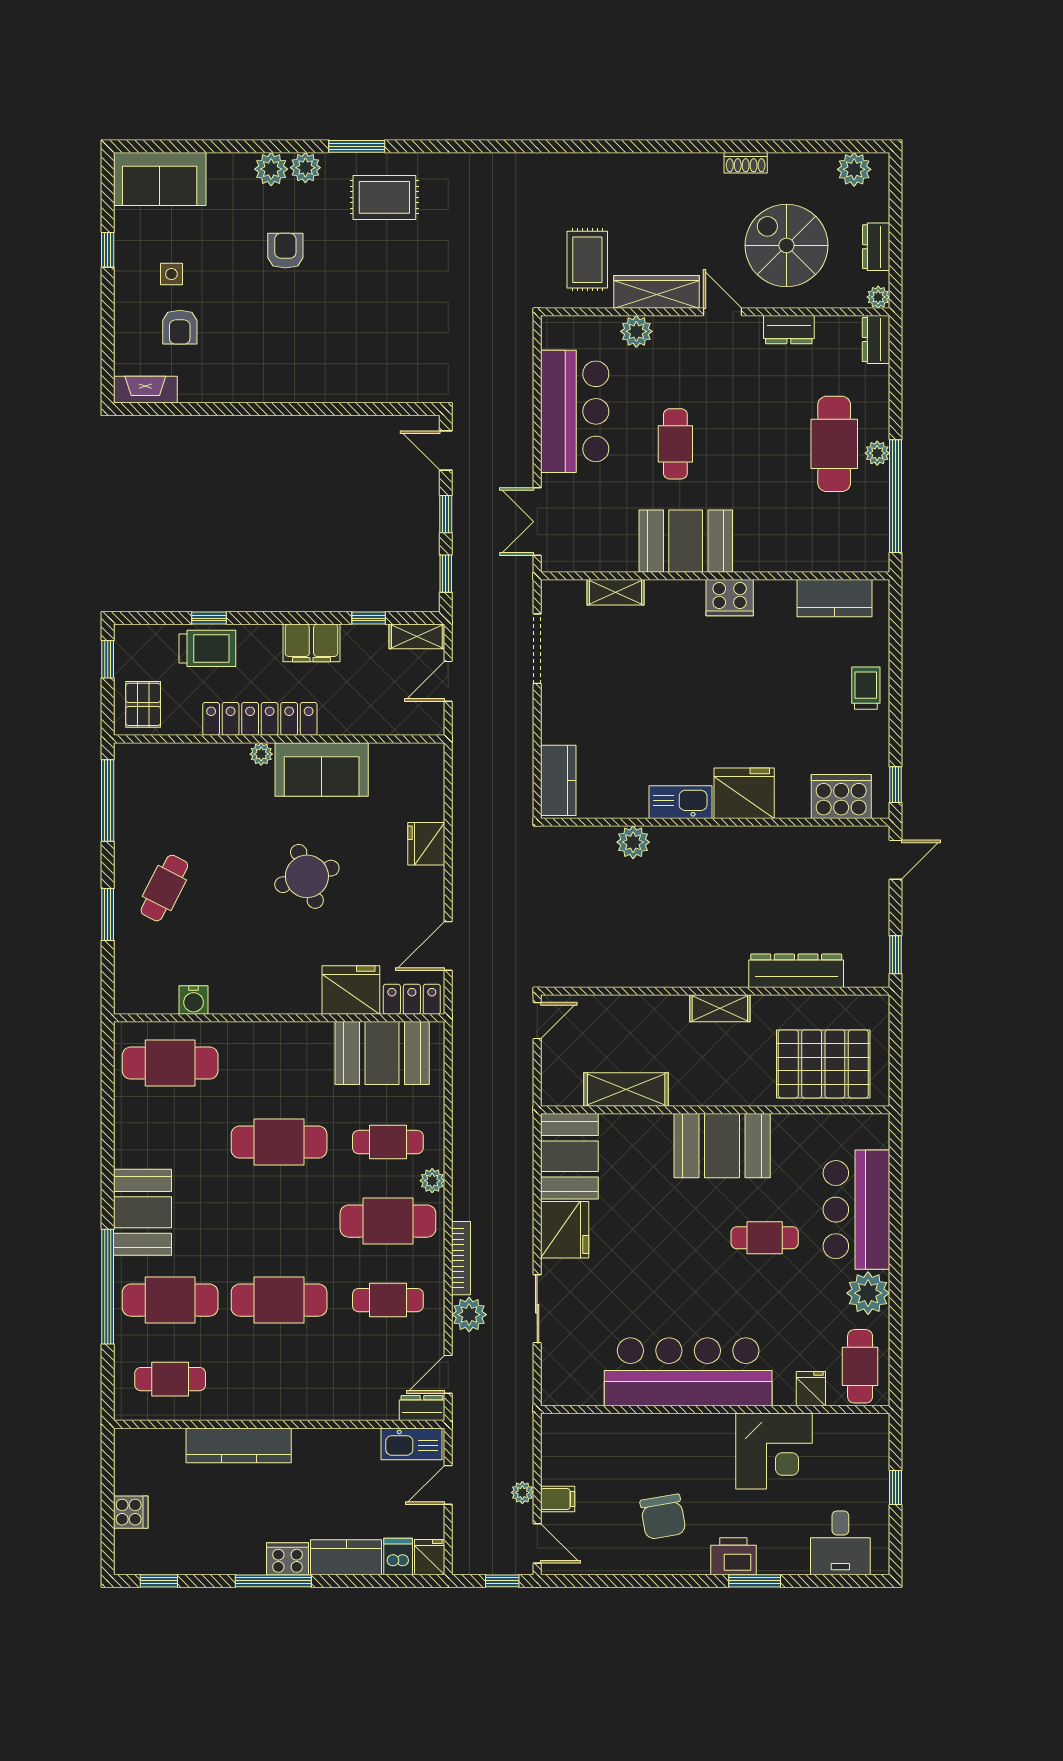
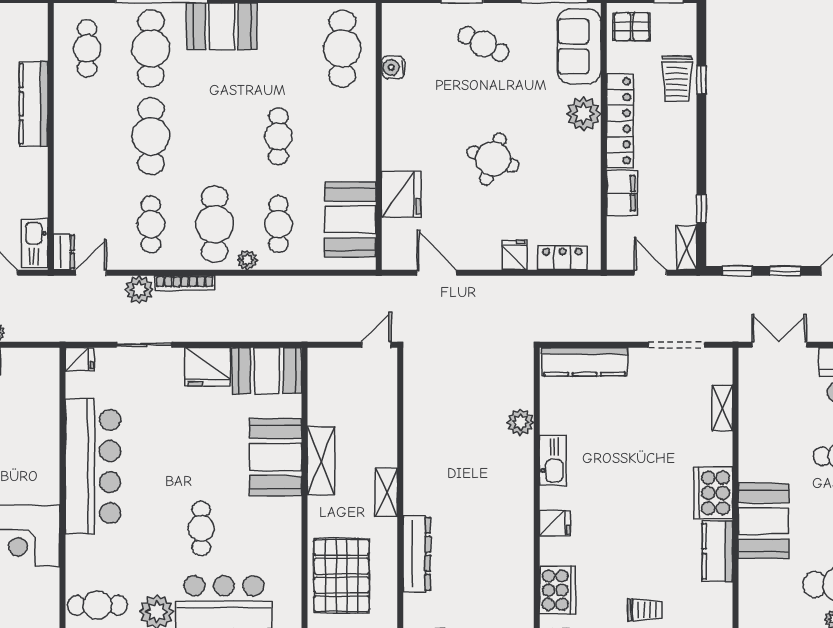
booth: (686, 541) -> (764, 521), moved
cooker: (730, 598) -> (713, 493), width x1.37, depth x1.31
kitchen counter: (834, 598) -> (717, 551), moved
filing cabinet: (311, 643) -> (622, 193), moved, turned 180
plant: (261, 754) -> (584, 114), width x1.88, depth x1.88
sofa: (322, 770) -> (579, 46), moved
kitchen counter: (558, 780) -> (584, 362), width x1.50
fridge: (744, 793) -> (555, 523), width x0.53, depth x0.75
fridge: (426, 844) -> (514, 255), width x0.72
round table: (307, 876) -> (493, 159), turned 38
locker: (412, 999) -> (562, 258), moved, turned -90
door: (537, 1021) -> (376, 345), swing flipped
shelving: (626, 1089) -> (321, 461), moved
cafe table: (279, 1142) -> (278, 136), width x0.73, depth x0.74
booth: (722, 1146) -> (276, 457), moved
door: (448, 1374) -> (91, 273), hinge flipped
fridge: (811, 1389) -> (79, 359), moved

